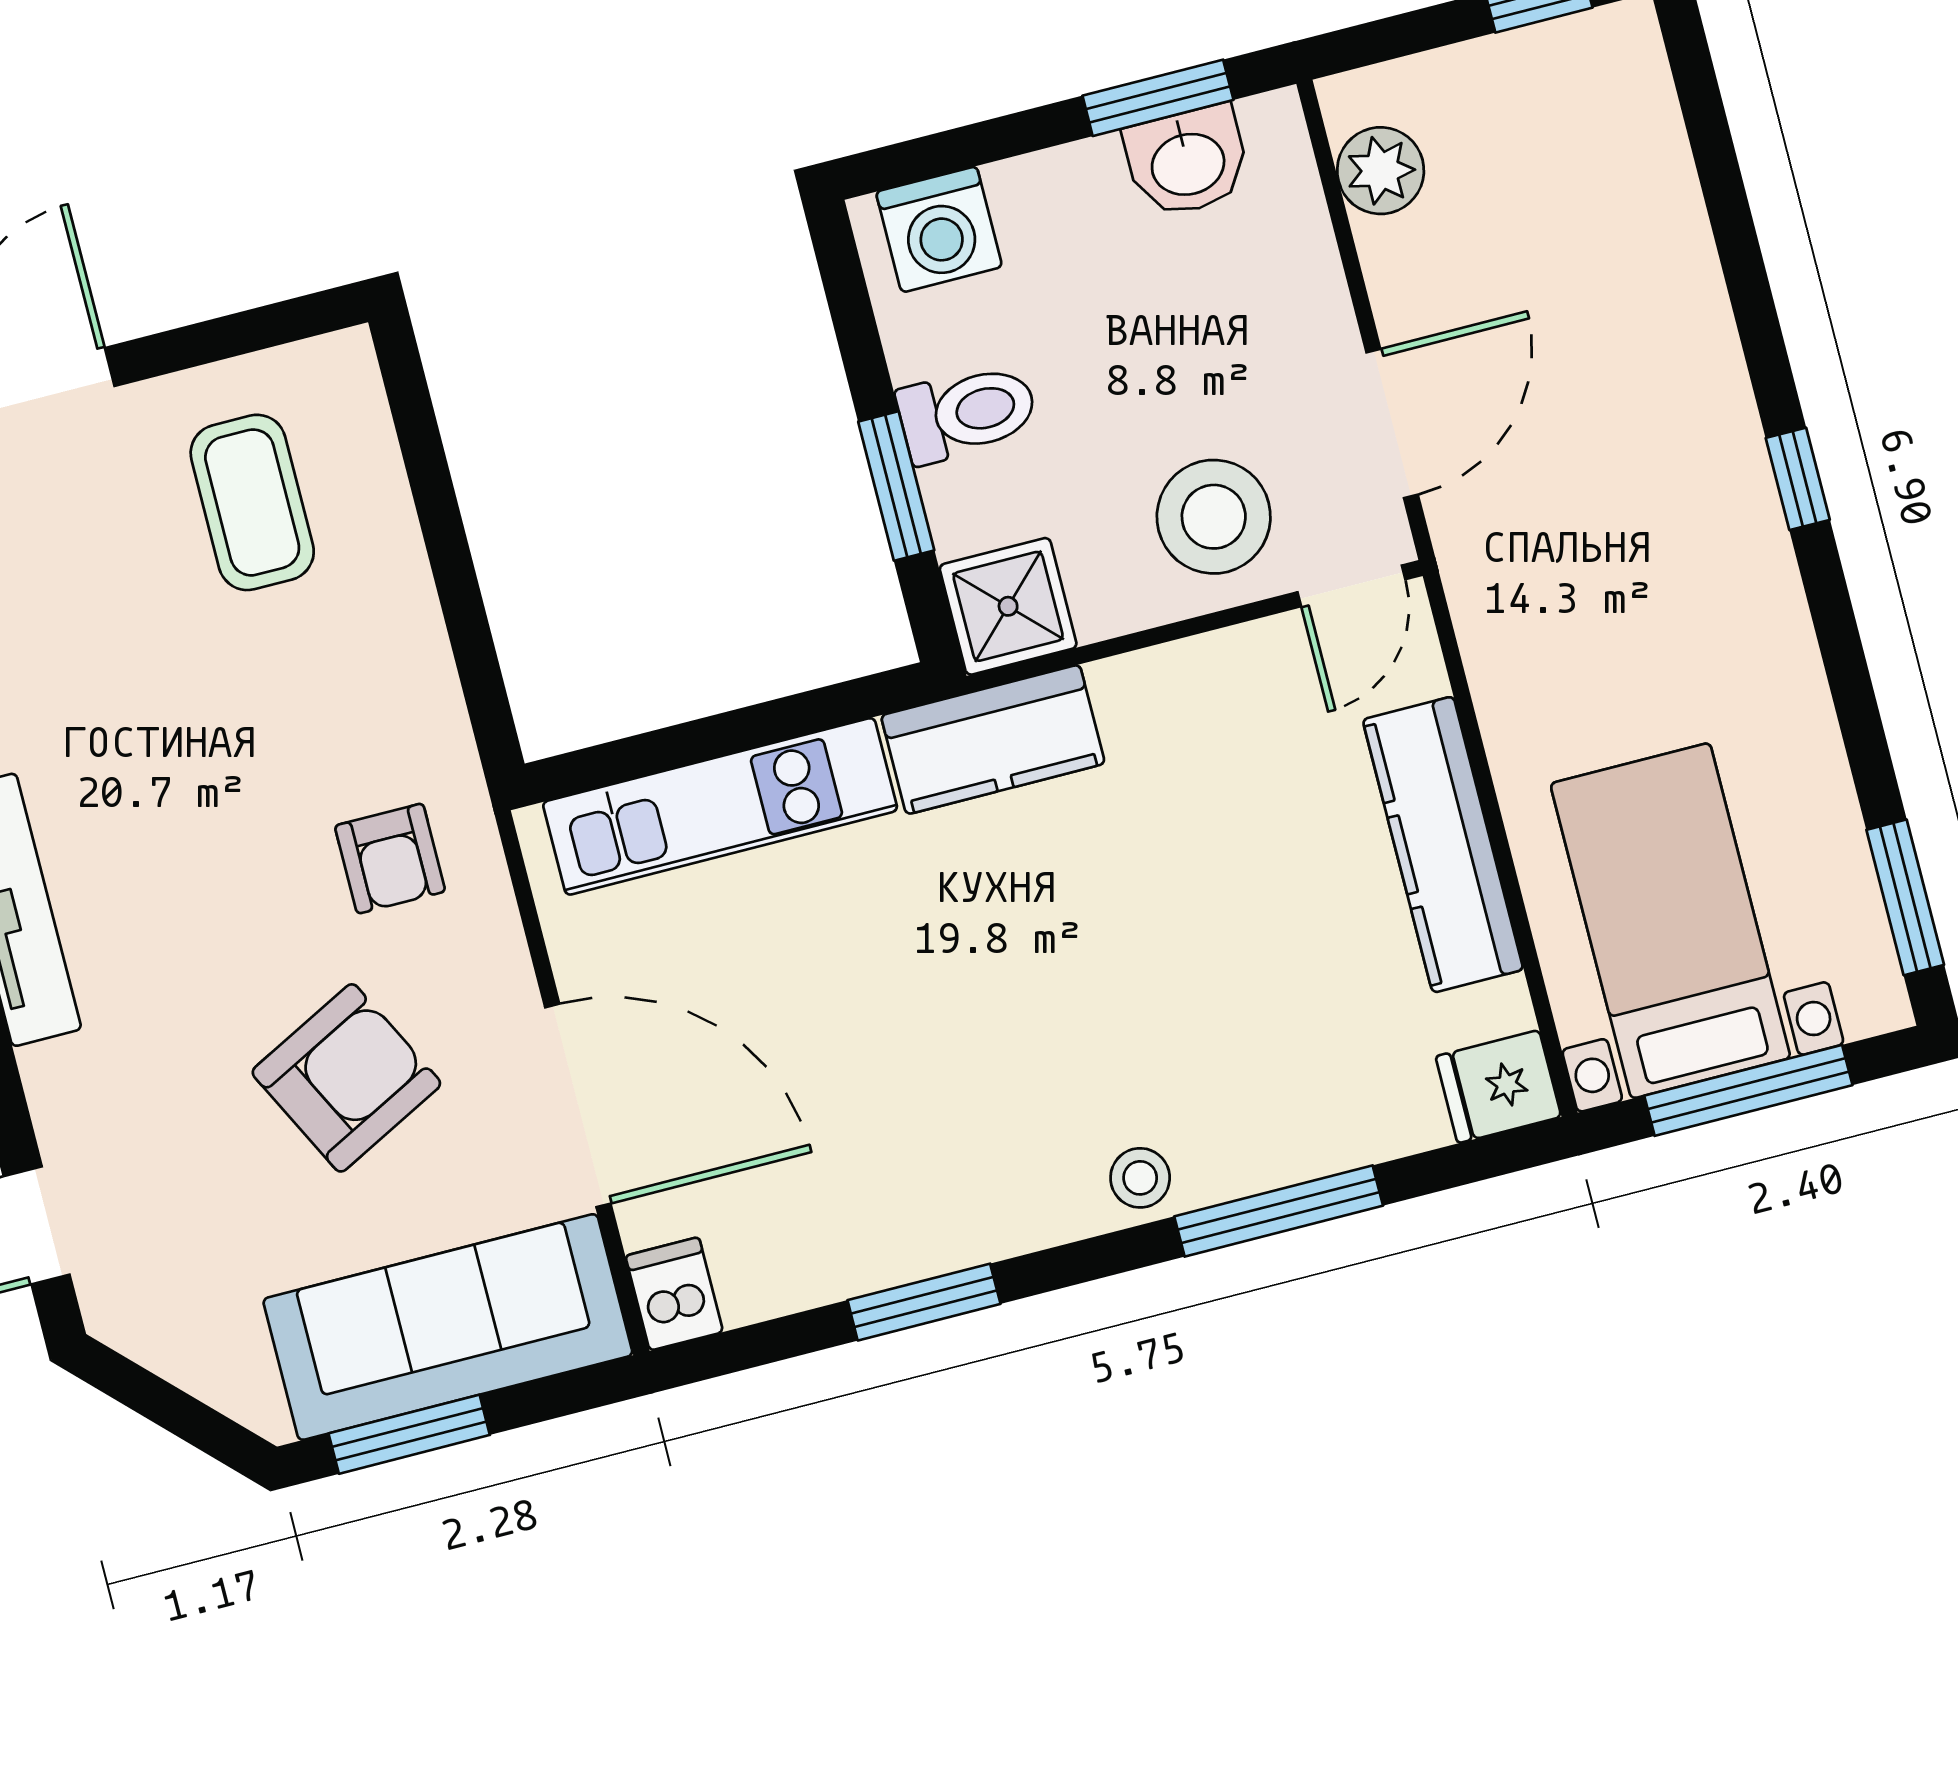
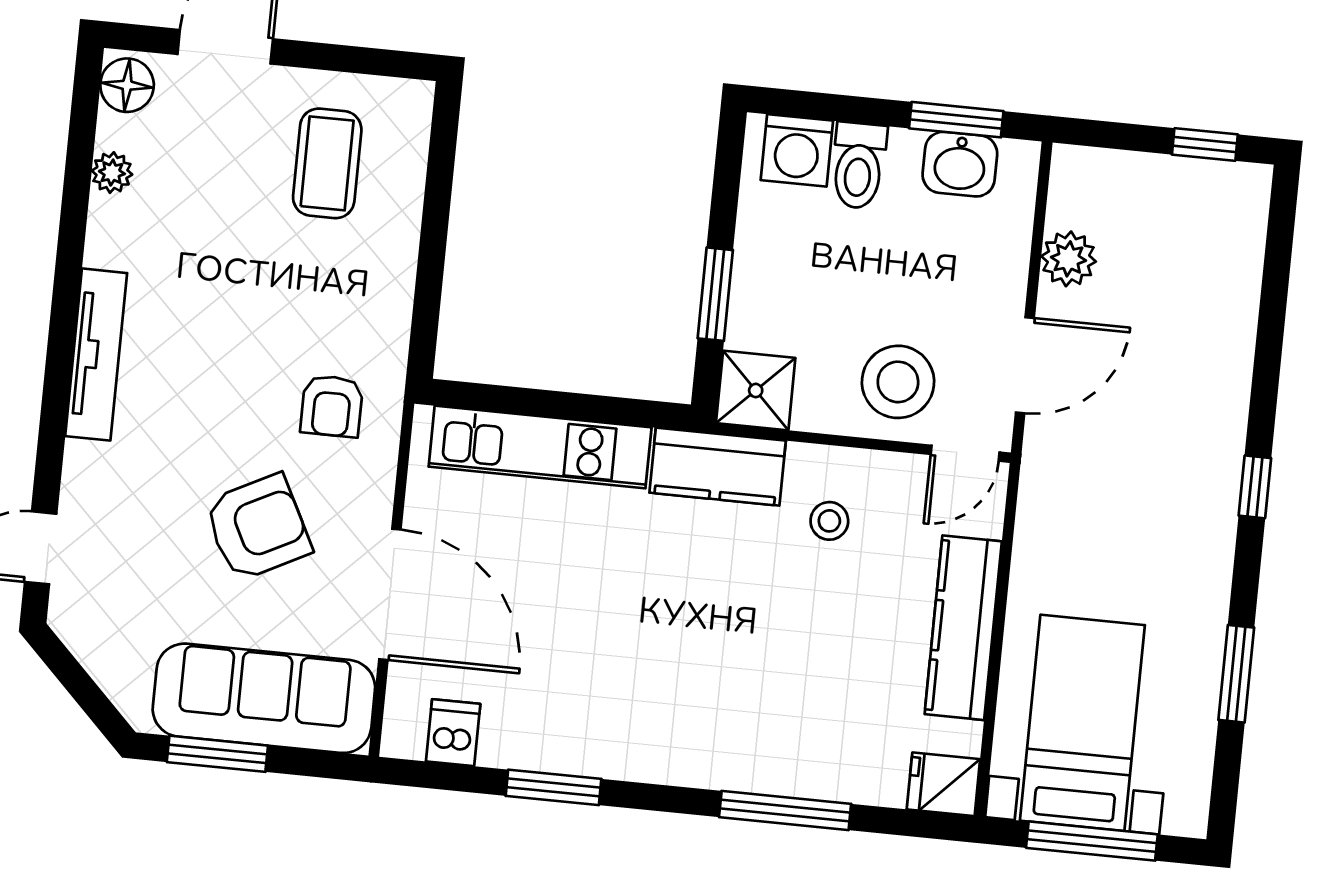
plant: (1381, 171) -> (1069, 259), moved
toilet: (967, 413) -> (859, 166), moved, turned 90
window: (1905, 897) -> (1236, 674), moved
stool: (1140, 1178) -> (829, 521), moved
dishwasher: (674, 1294) -> (453, 733), moved

